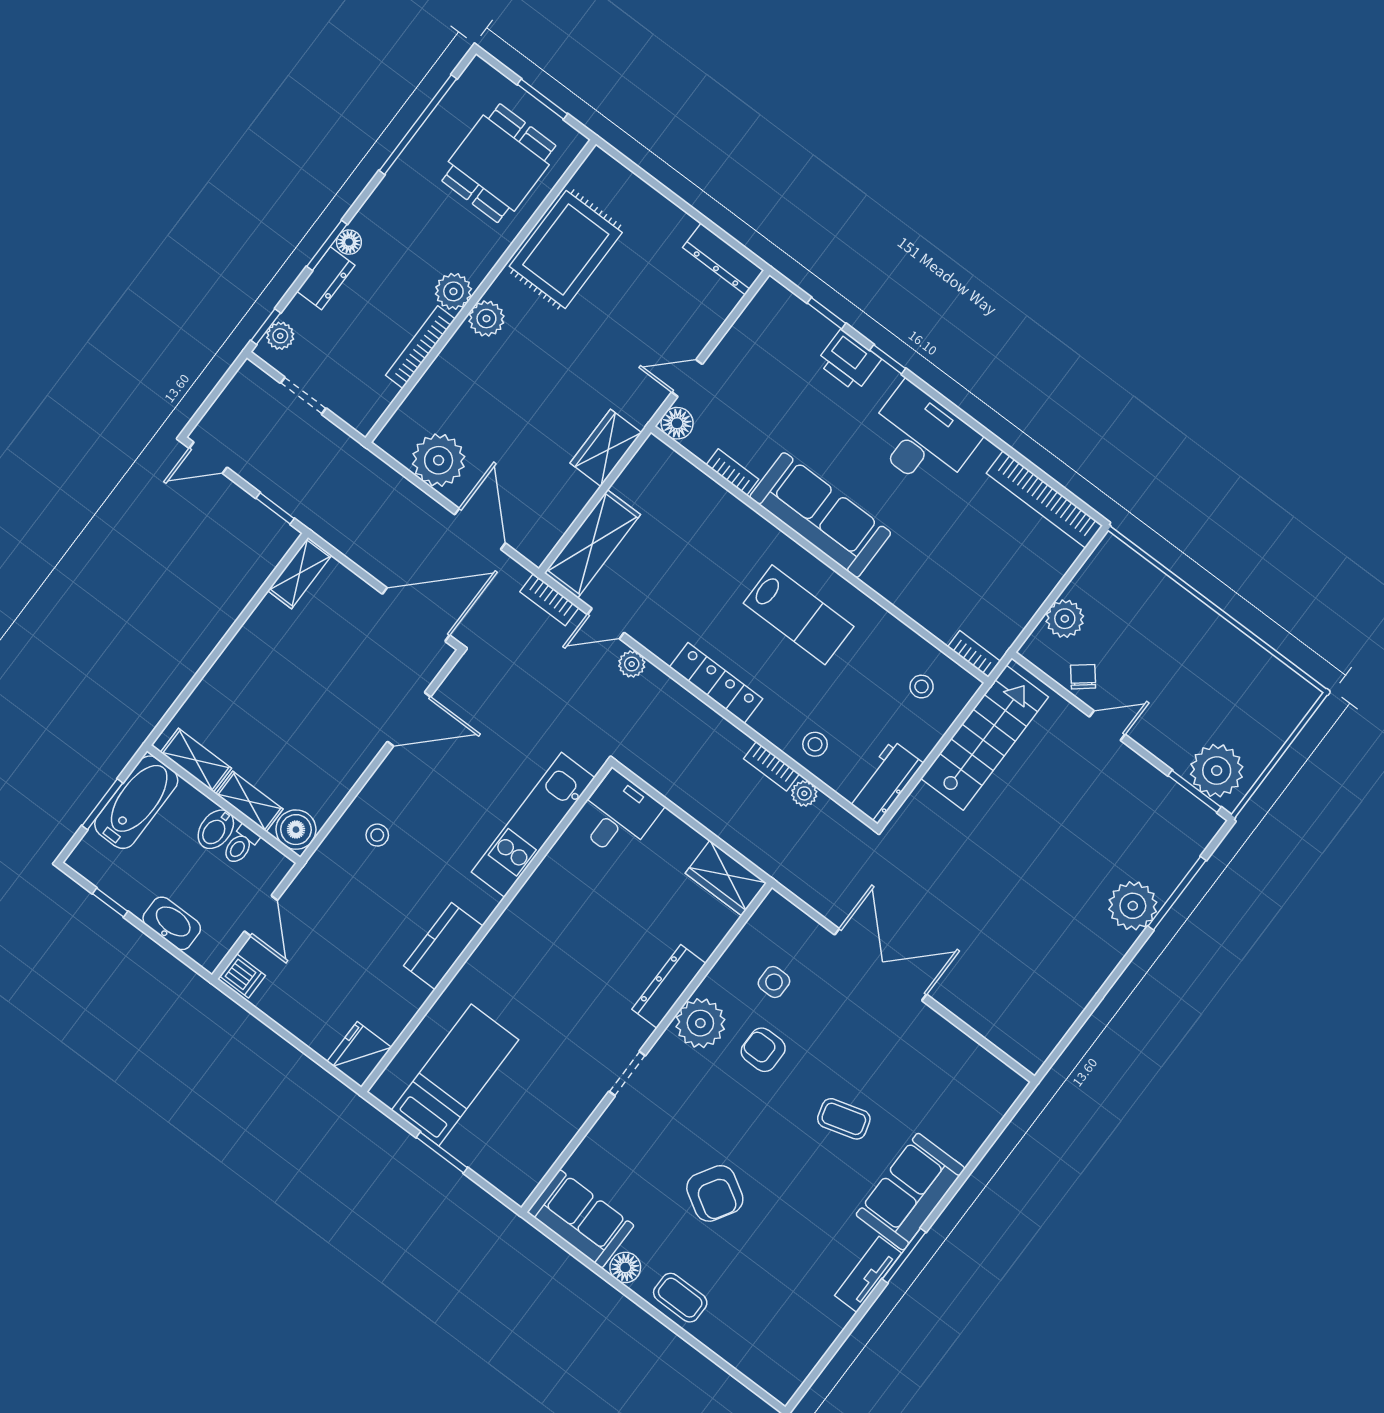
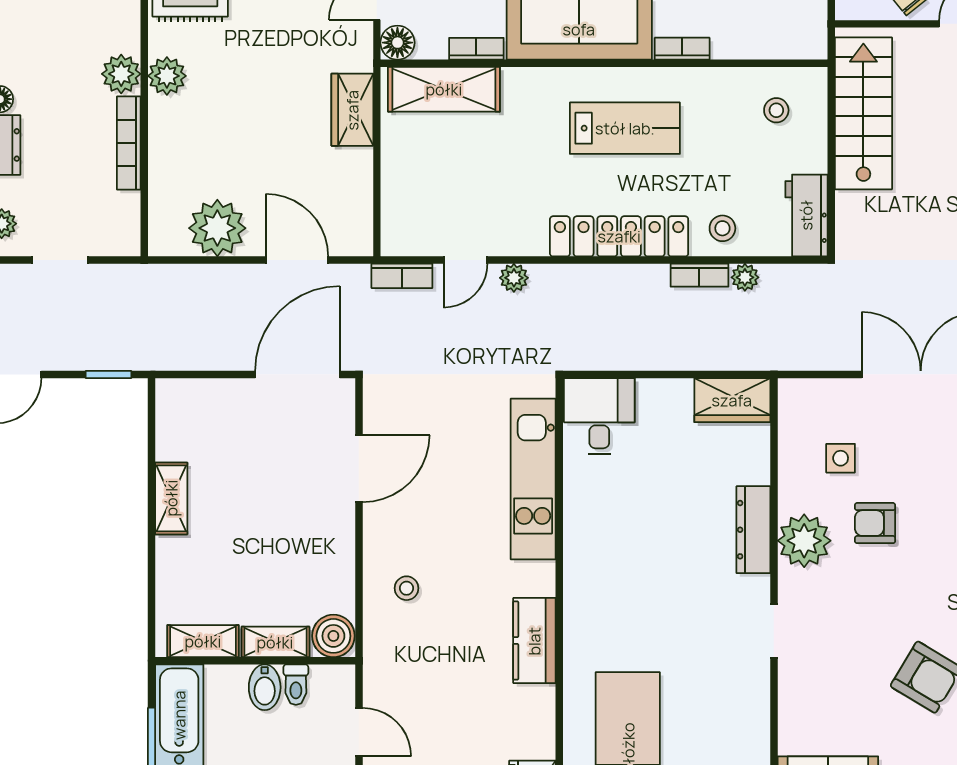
shelving: (592, 544) -> (444, 89), moved, turned 90
shelving: (300, 573) -> (171, 498), moved
bookcase: (974, 654) -> (682, 49), moved
locker: (716, 683) -> (619, 236), width x1.41, depth x1.21

